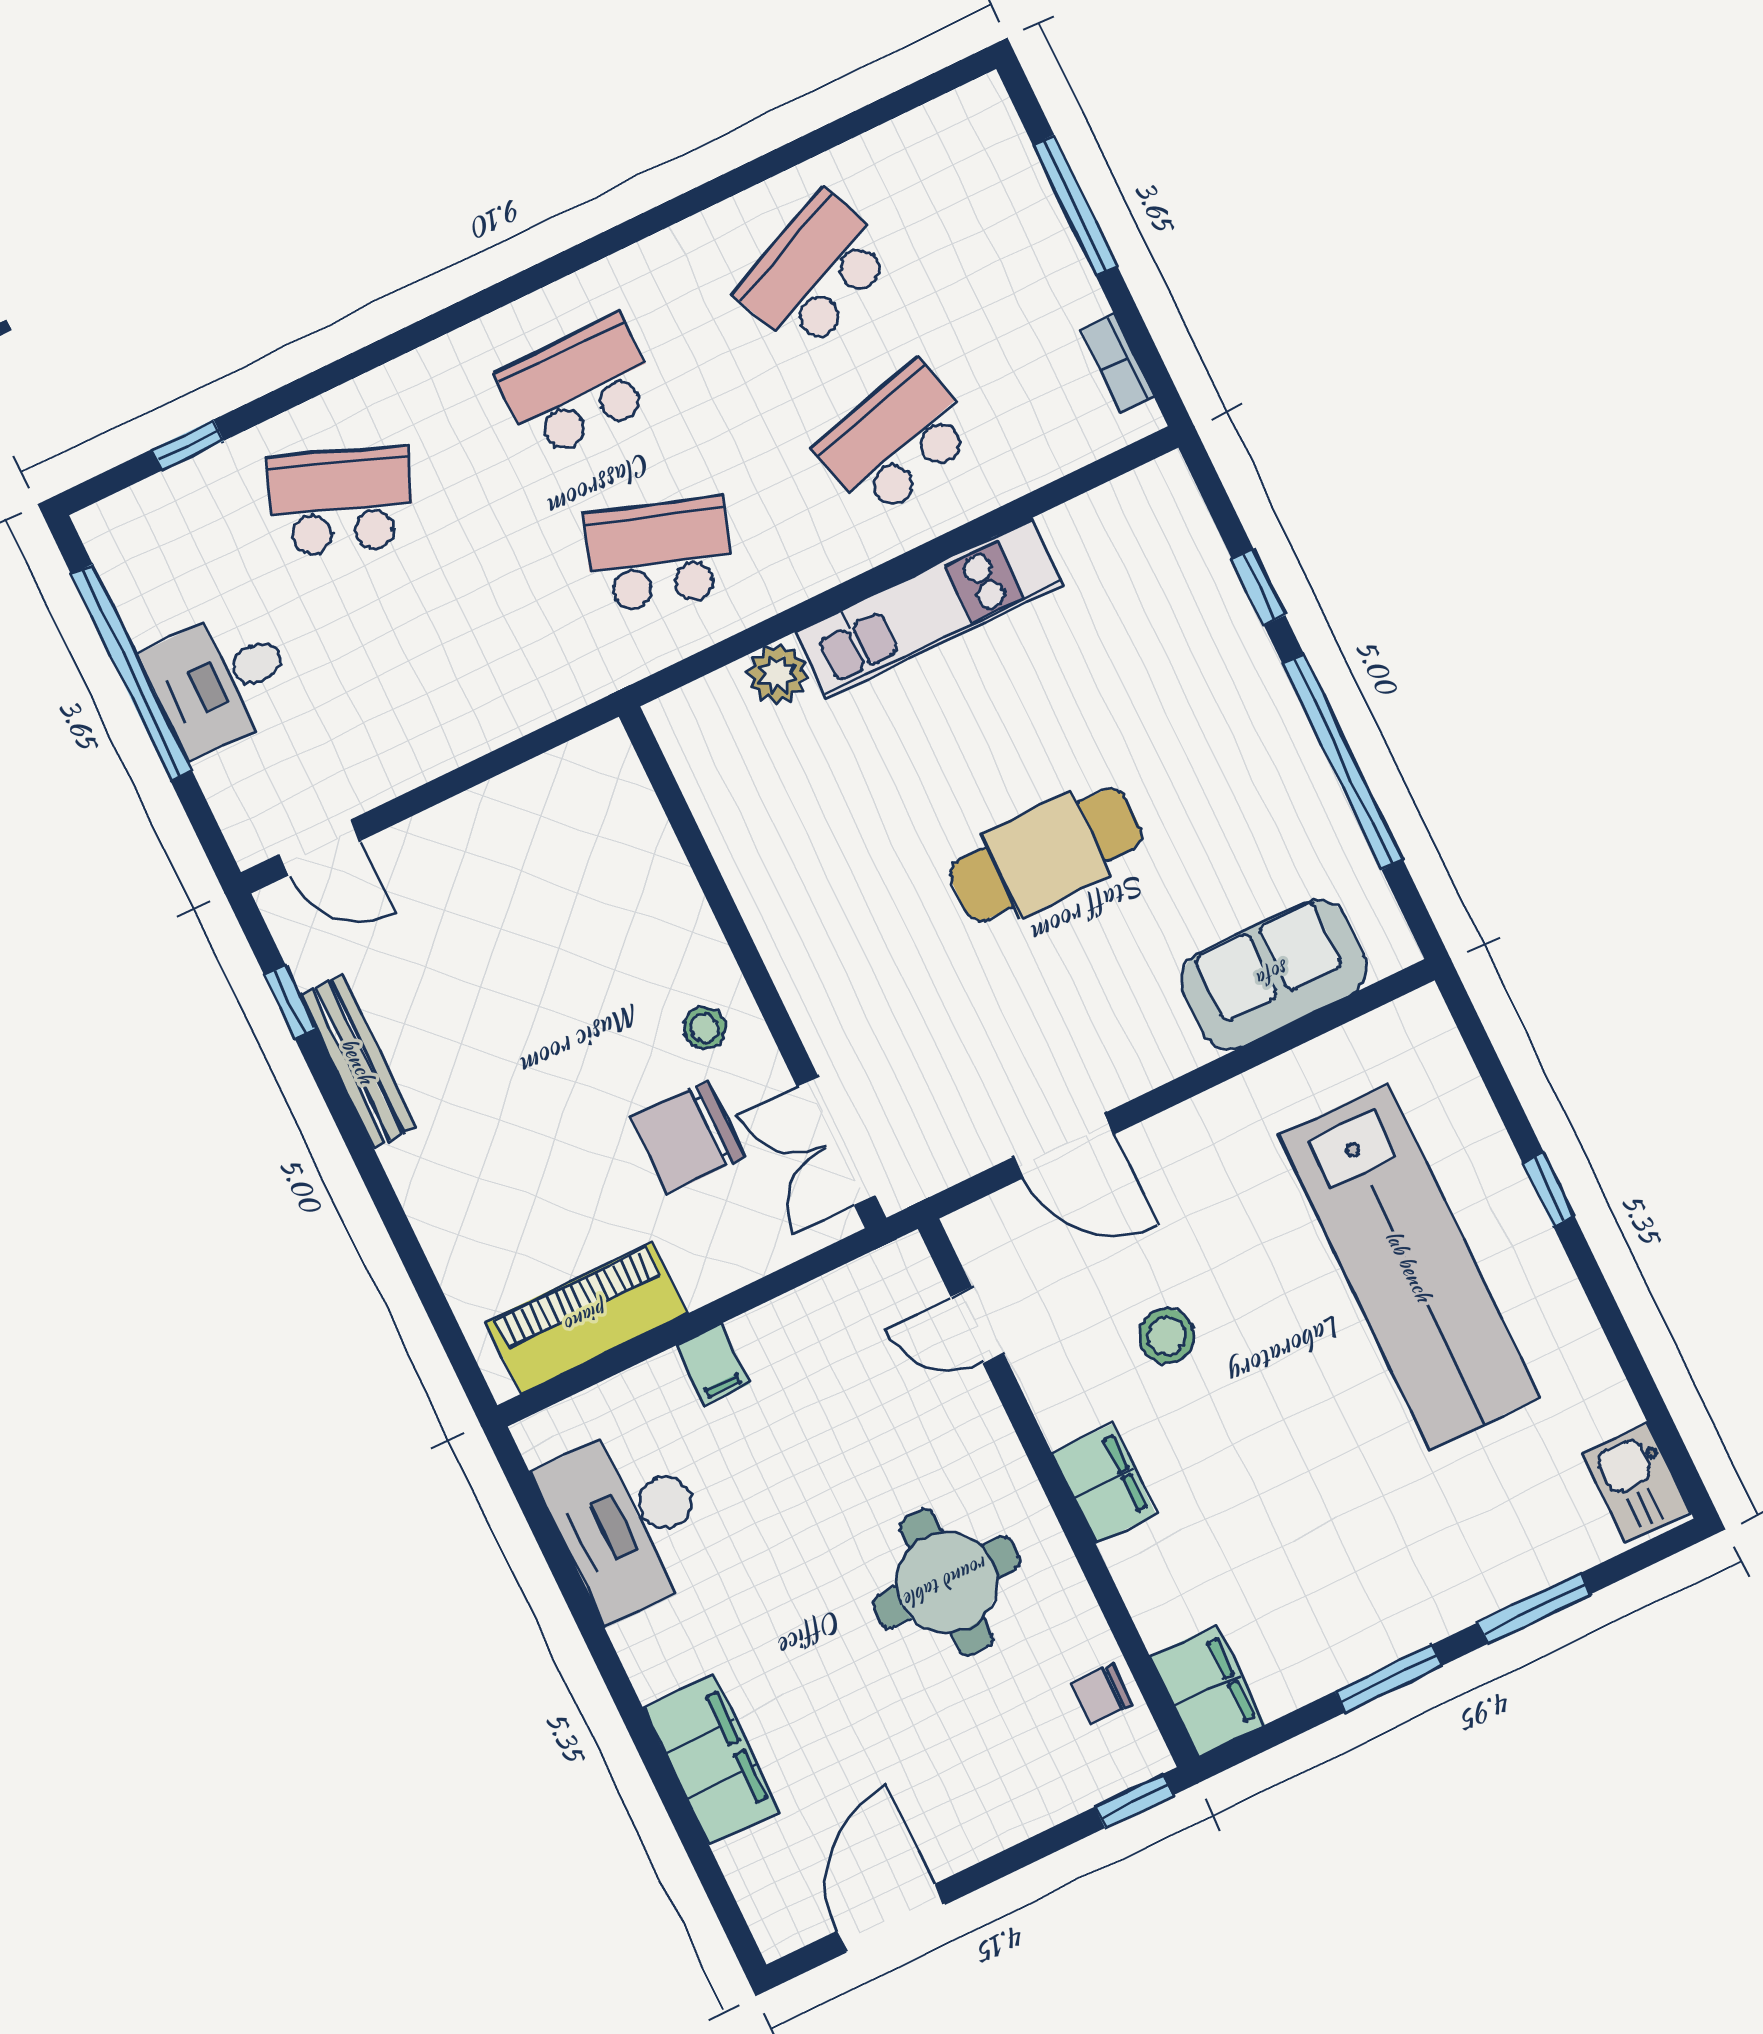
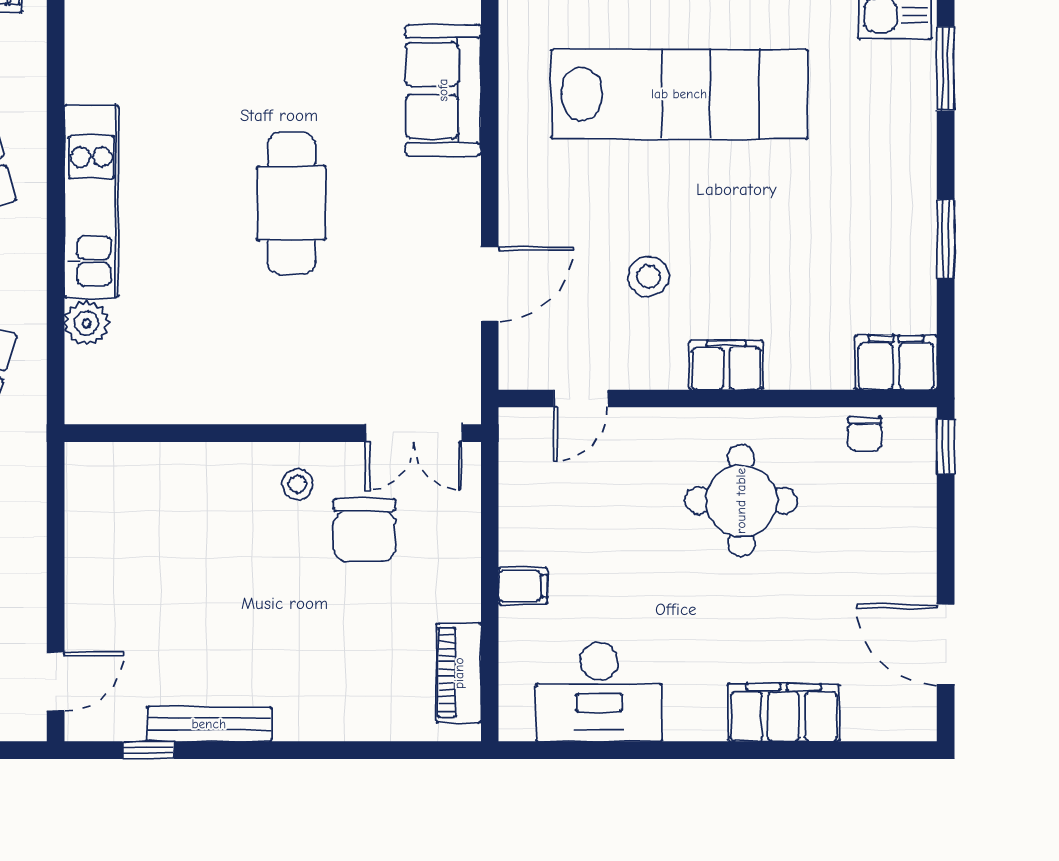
piano: (587, 1317) -> (459, 673), width x0.73, depth x0.75
window: (1534, 1608) -> (946, 69), moved

